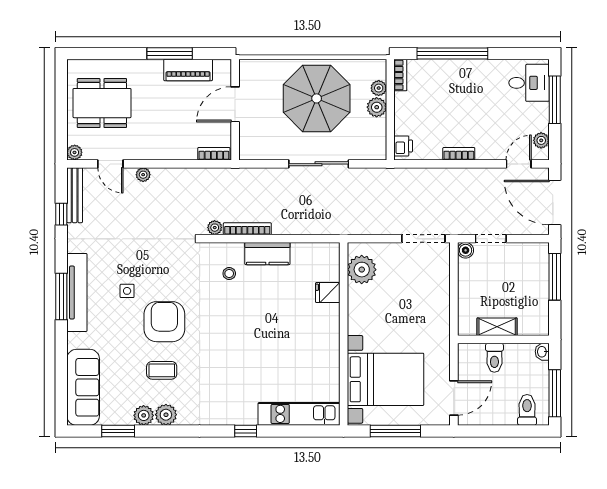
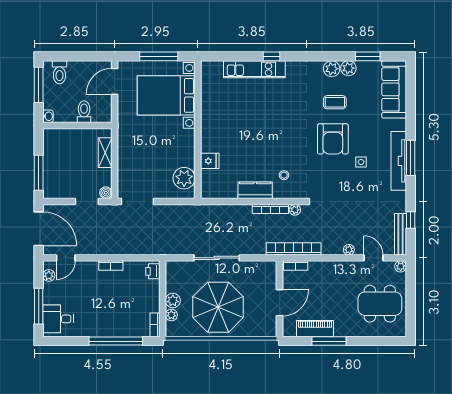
bookcase: (216, 176) -> (294, 249), added
shelving: (497, 327) -> (105, 153), moved, turned 90
kitchen unit: (299, 414) -> (254, 69), moved

